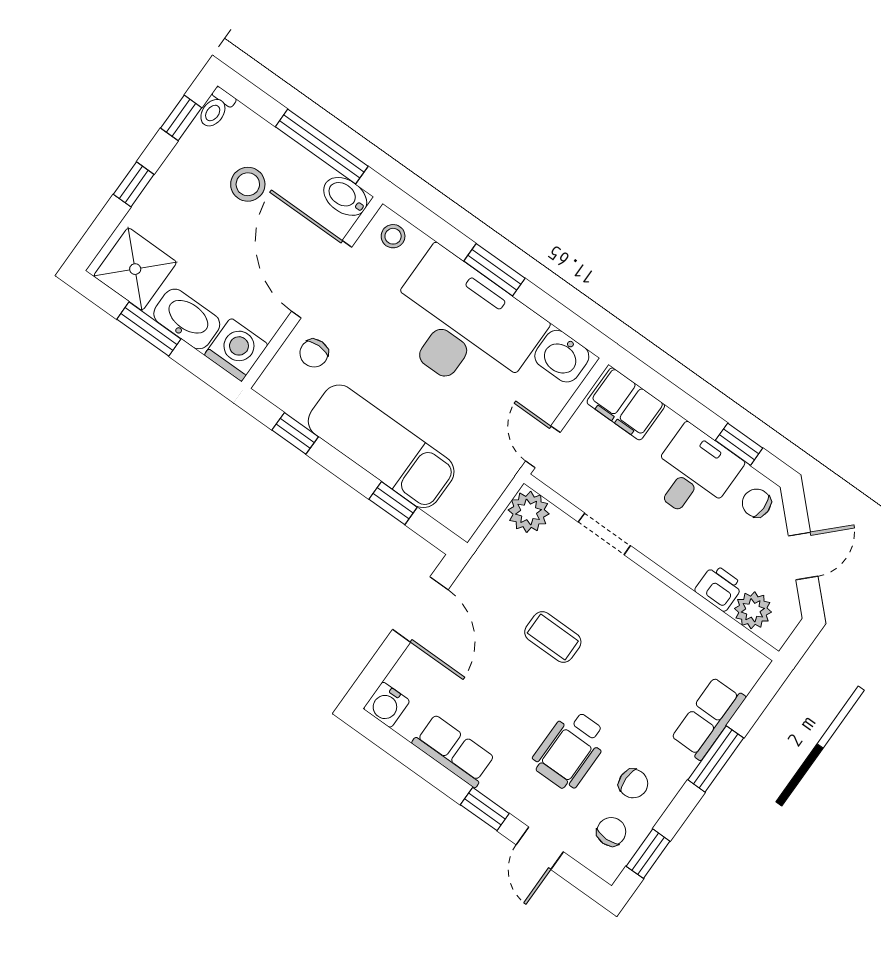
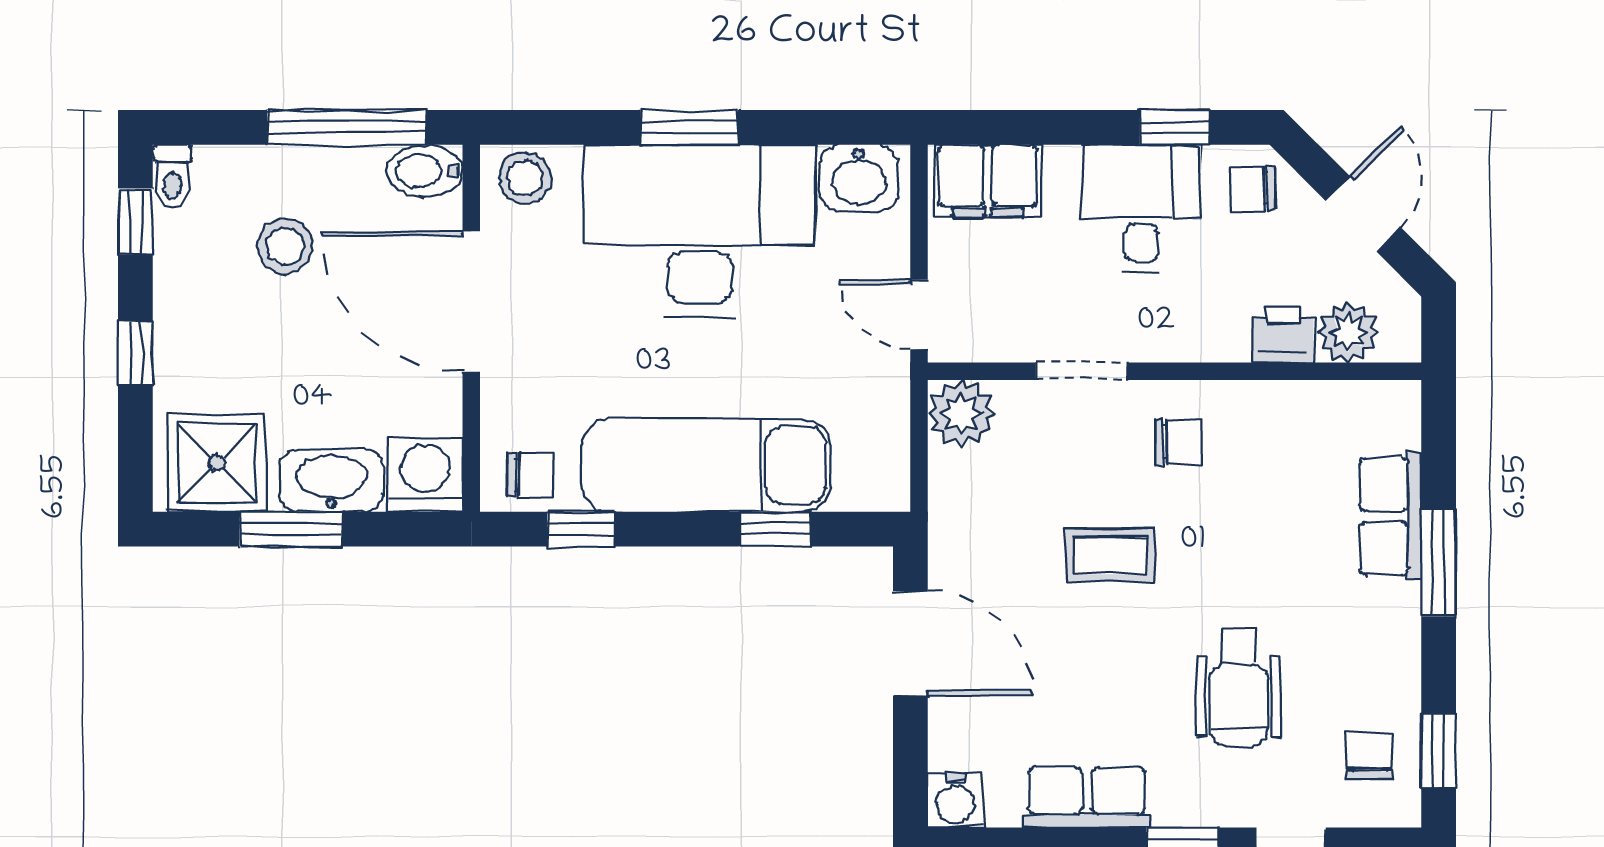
stool: (393, 236) -> (525, 178), width x1.37, depth x1.37
chair: (314, 353) -> (530, 475), moved, turned -89
chair: (633, 784) -> (1178, 442), moved

